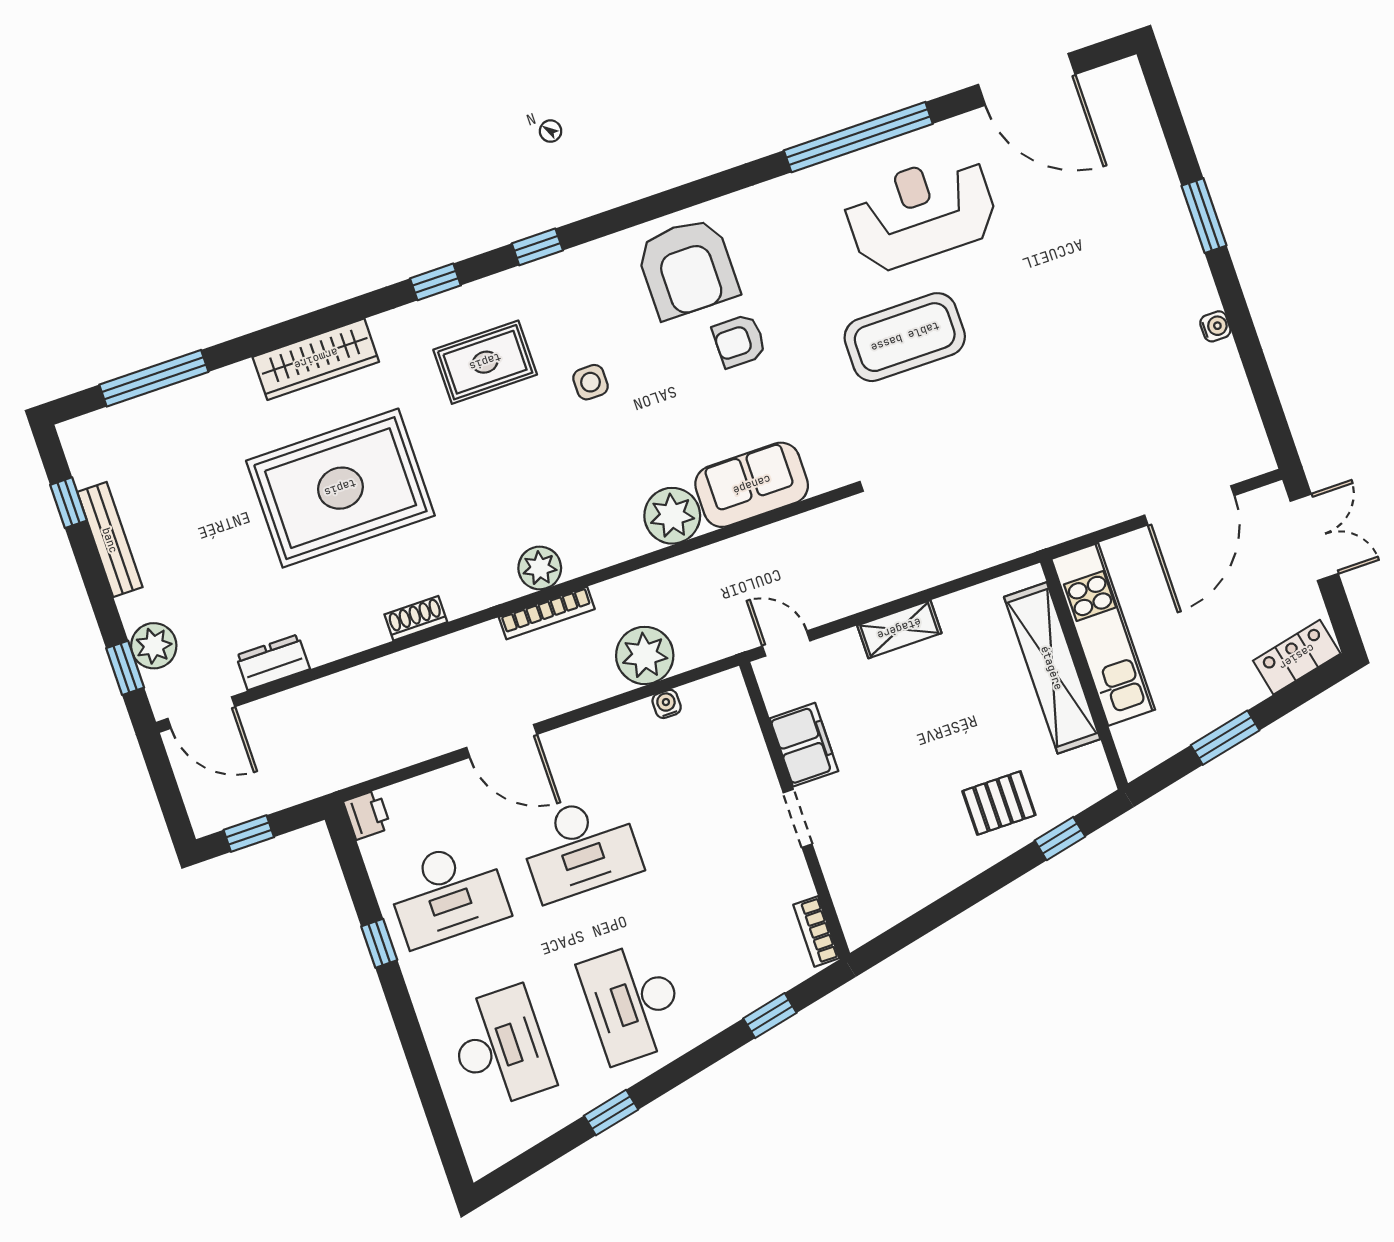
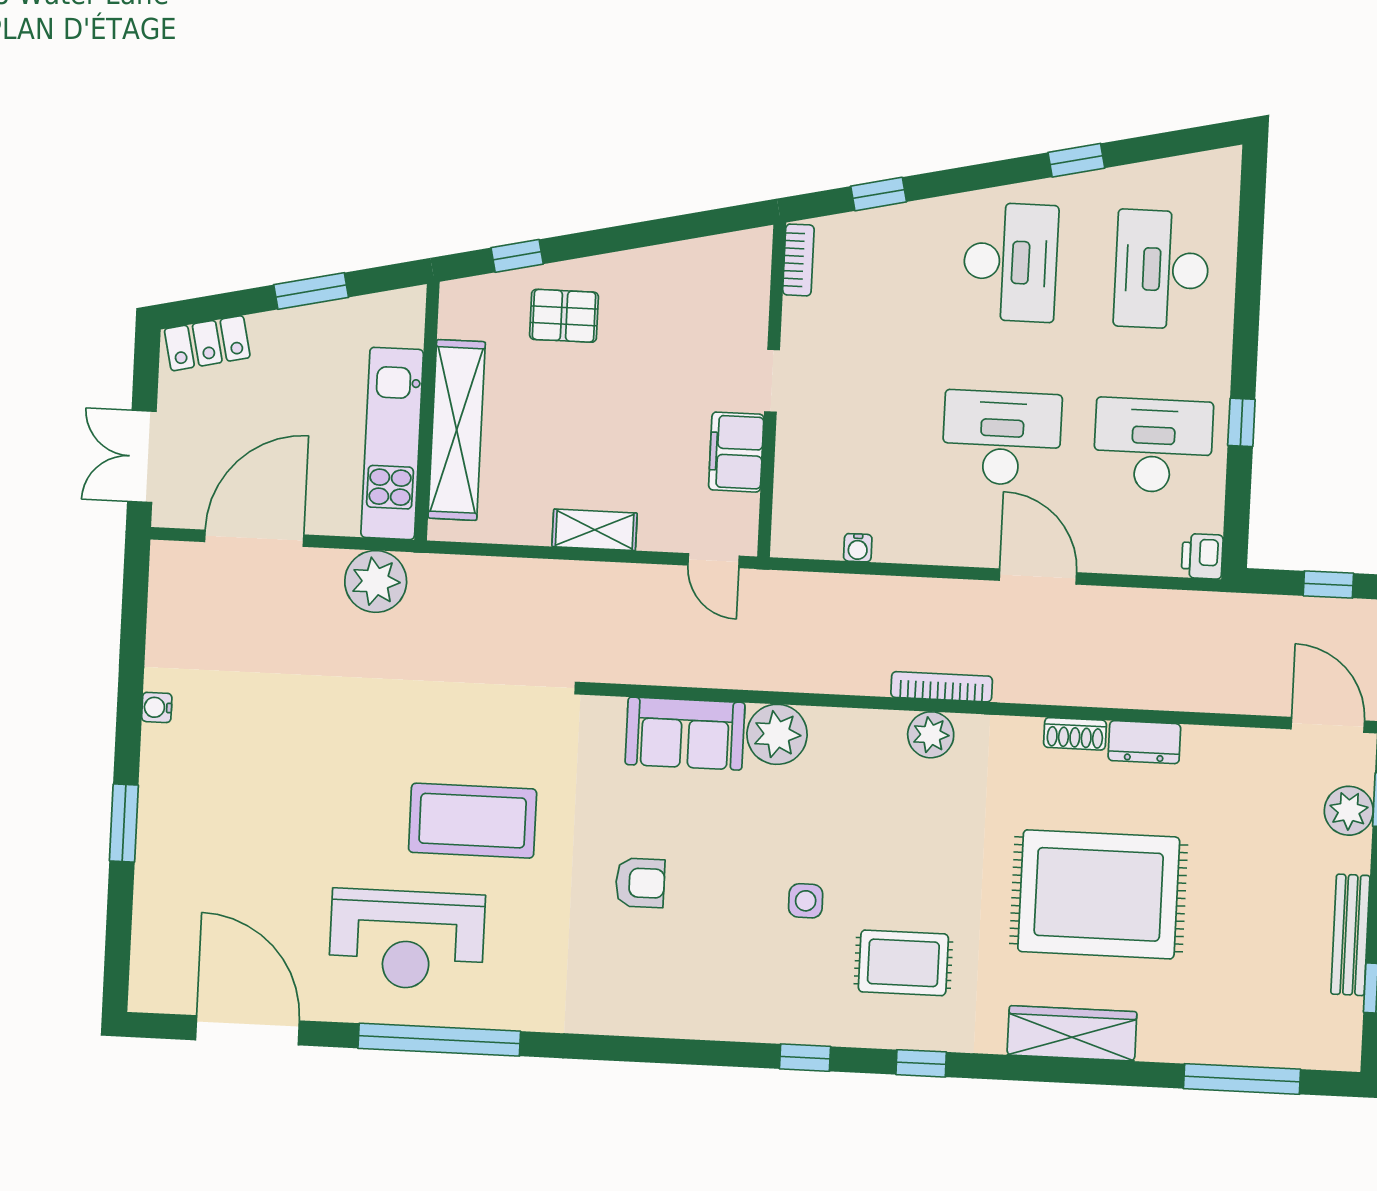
armchair: (687, 268) -> (663, 977), removed
plant: (645, 655) -> (376, 581), moved
dresser: (273, 662) -> (1144, 742), moved

